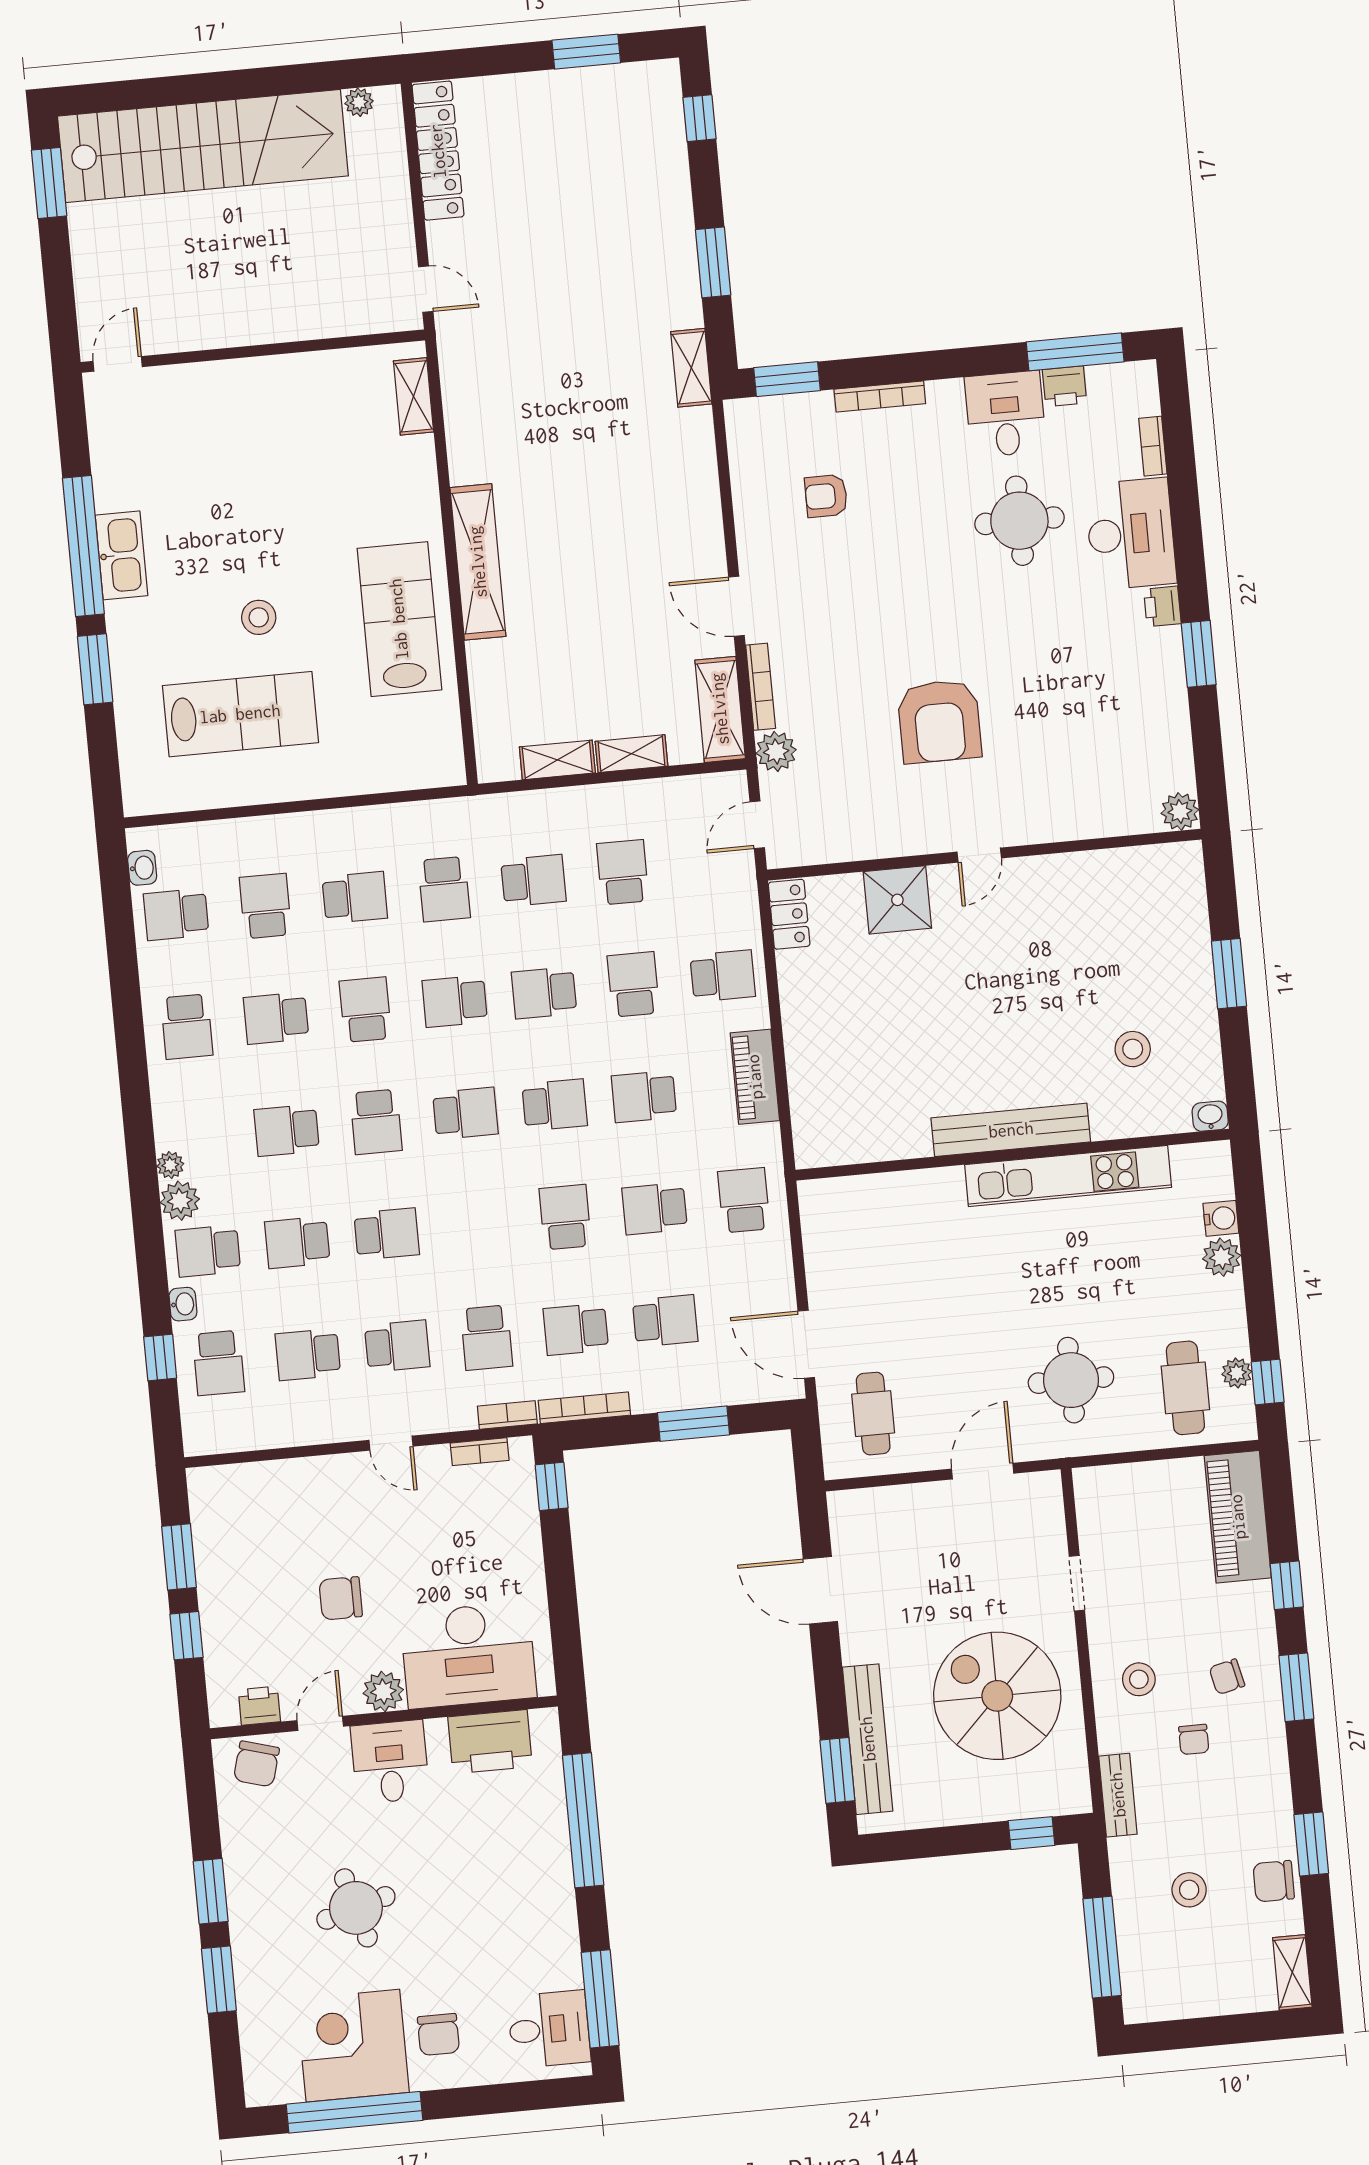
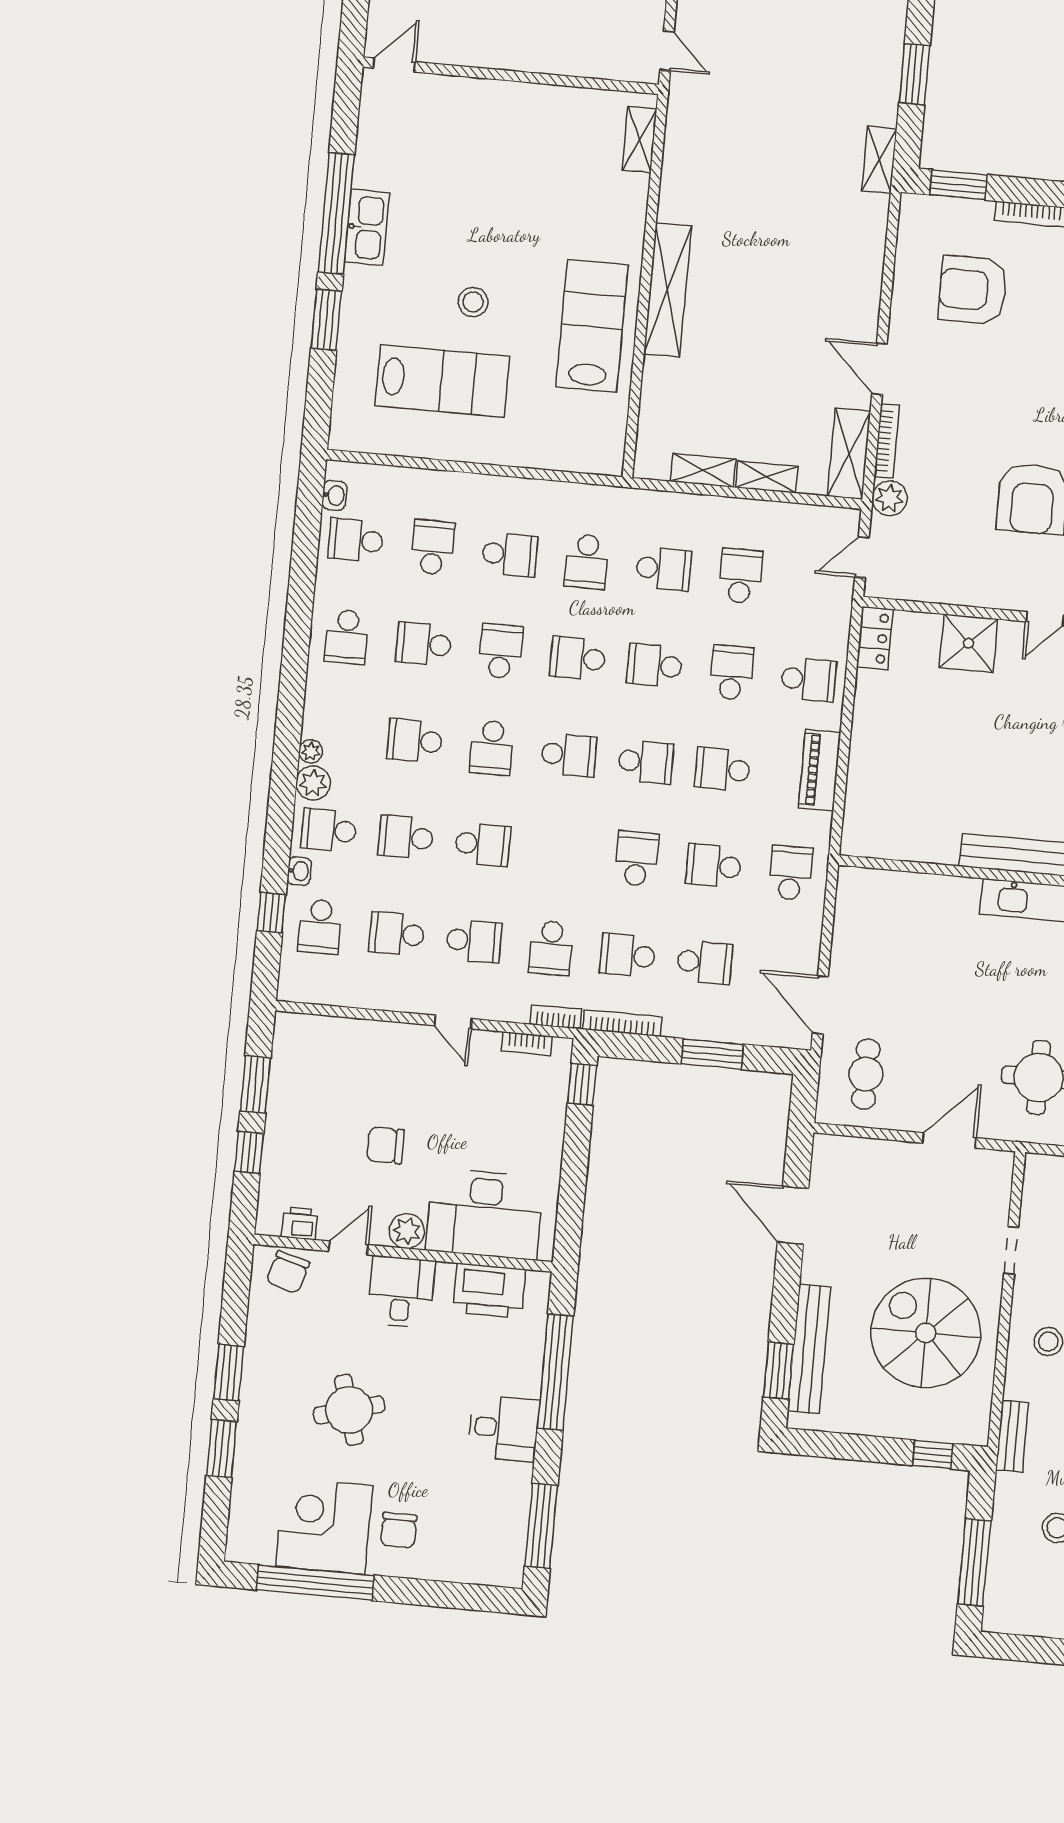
armchair: (826, 496) -> (973, 290), width x1.88, depth x1.88
desk: (549, 2029) -> (504, 1428), moved

